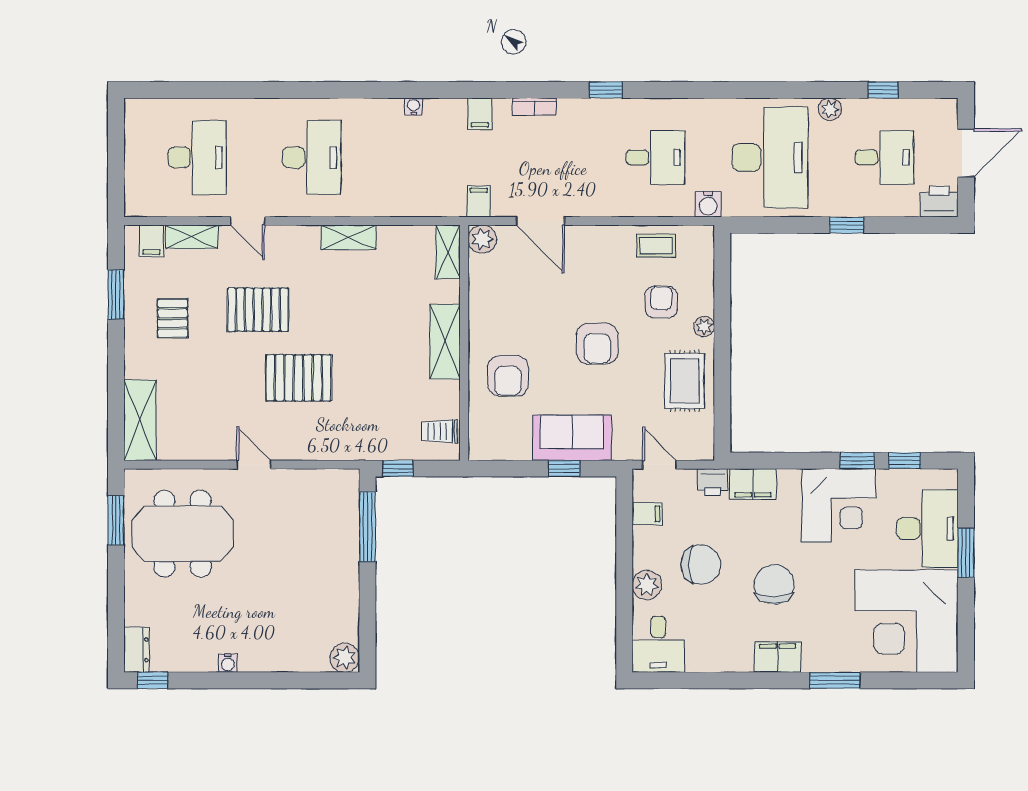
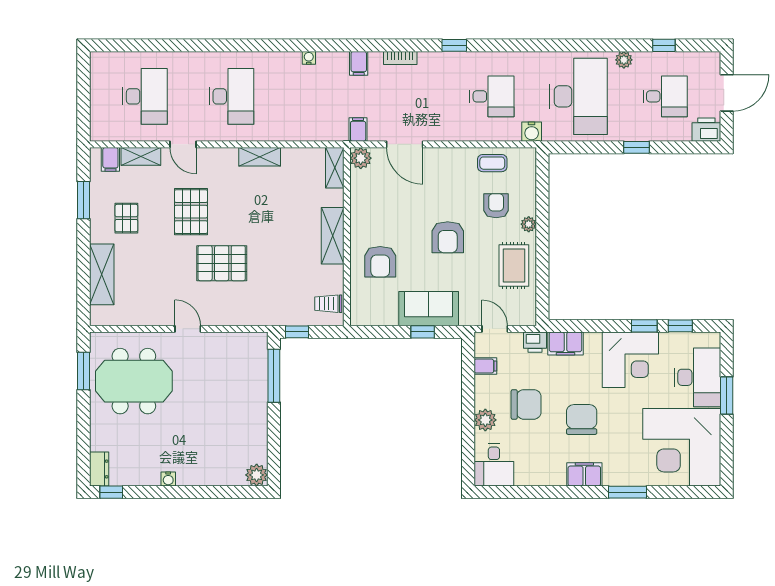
pallet: (258, 310) -> (191, 212), turned 90
shelving: (140, 420) -> (102, 274), moved

